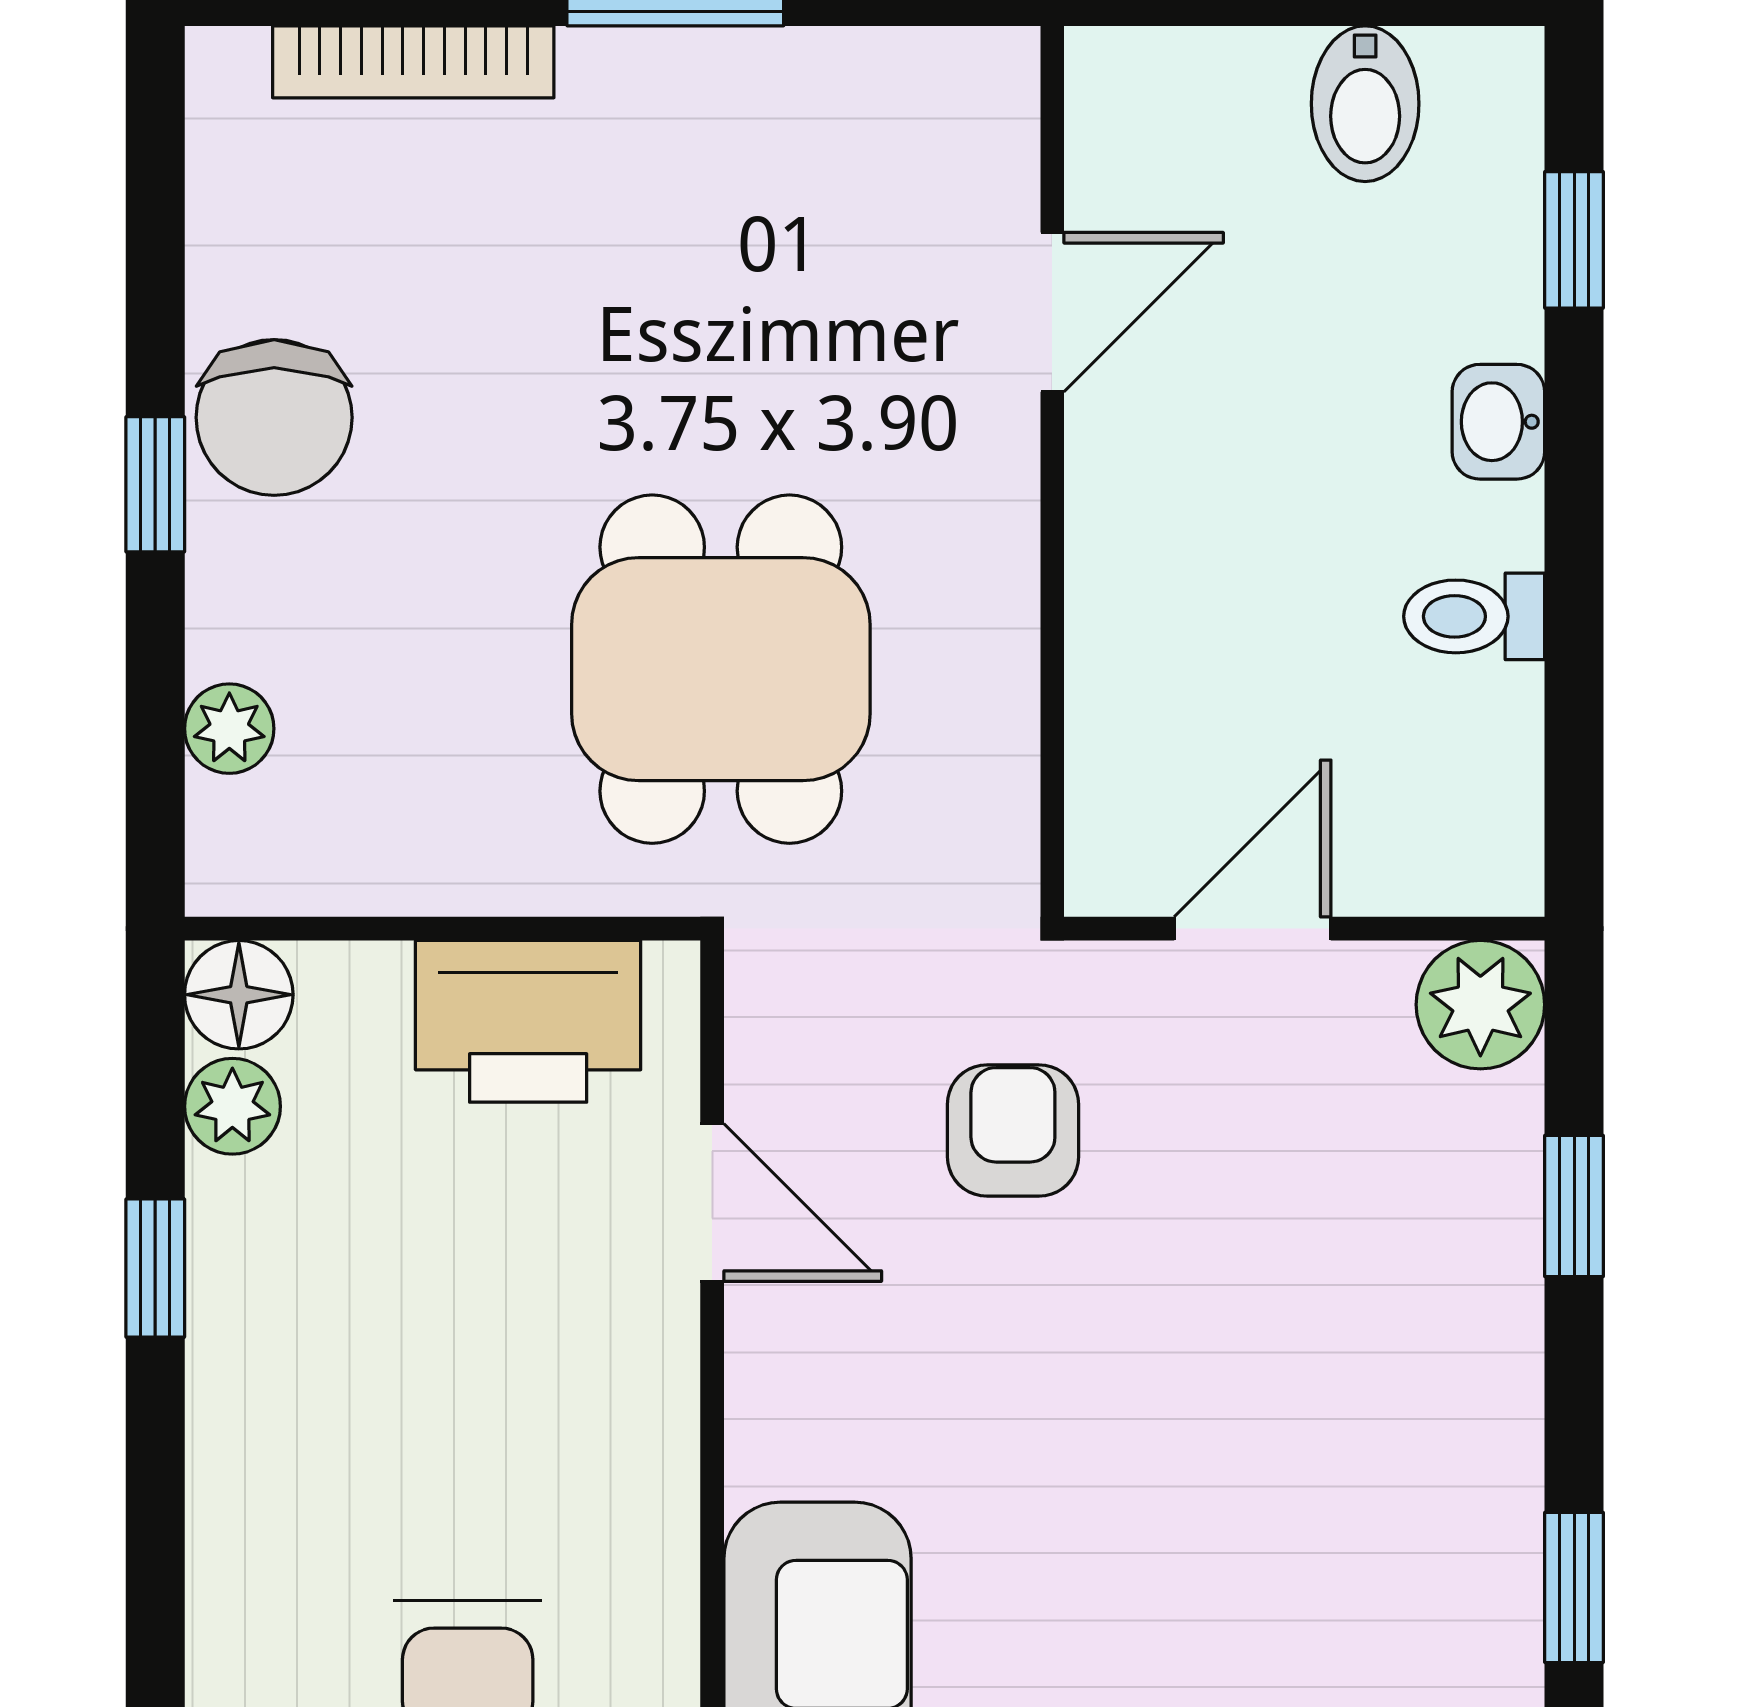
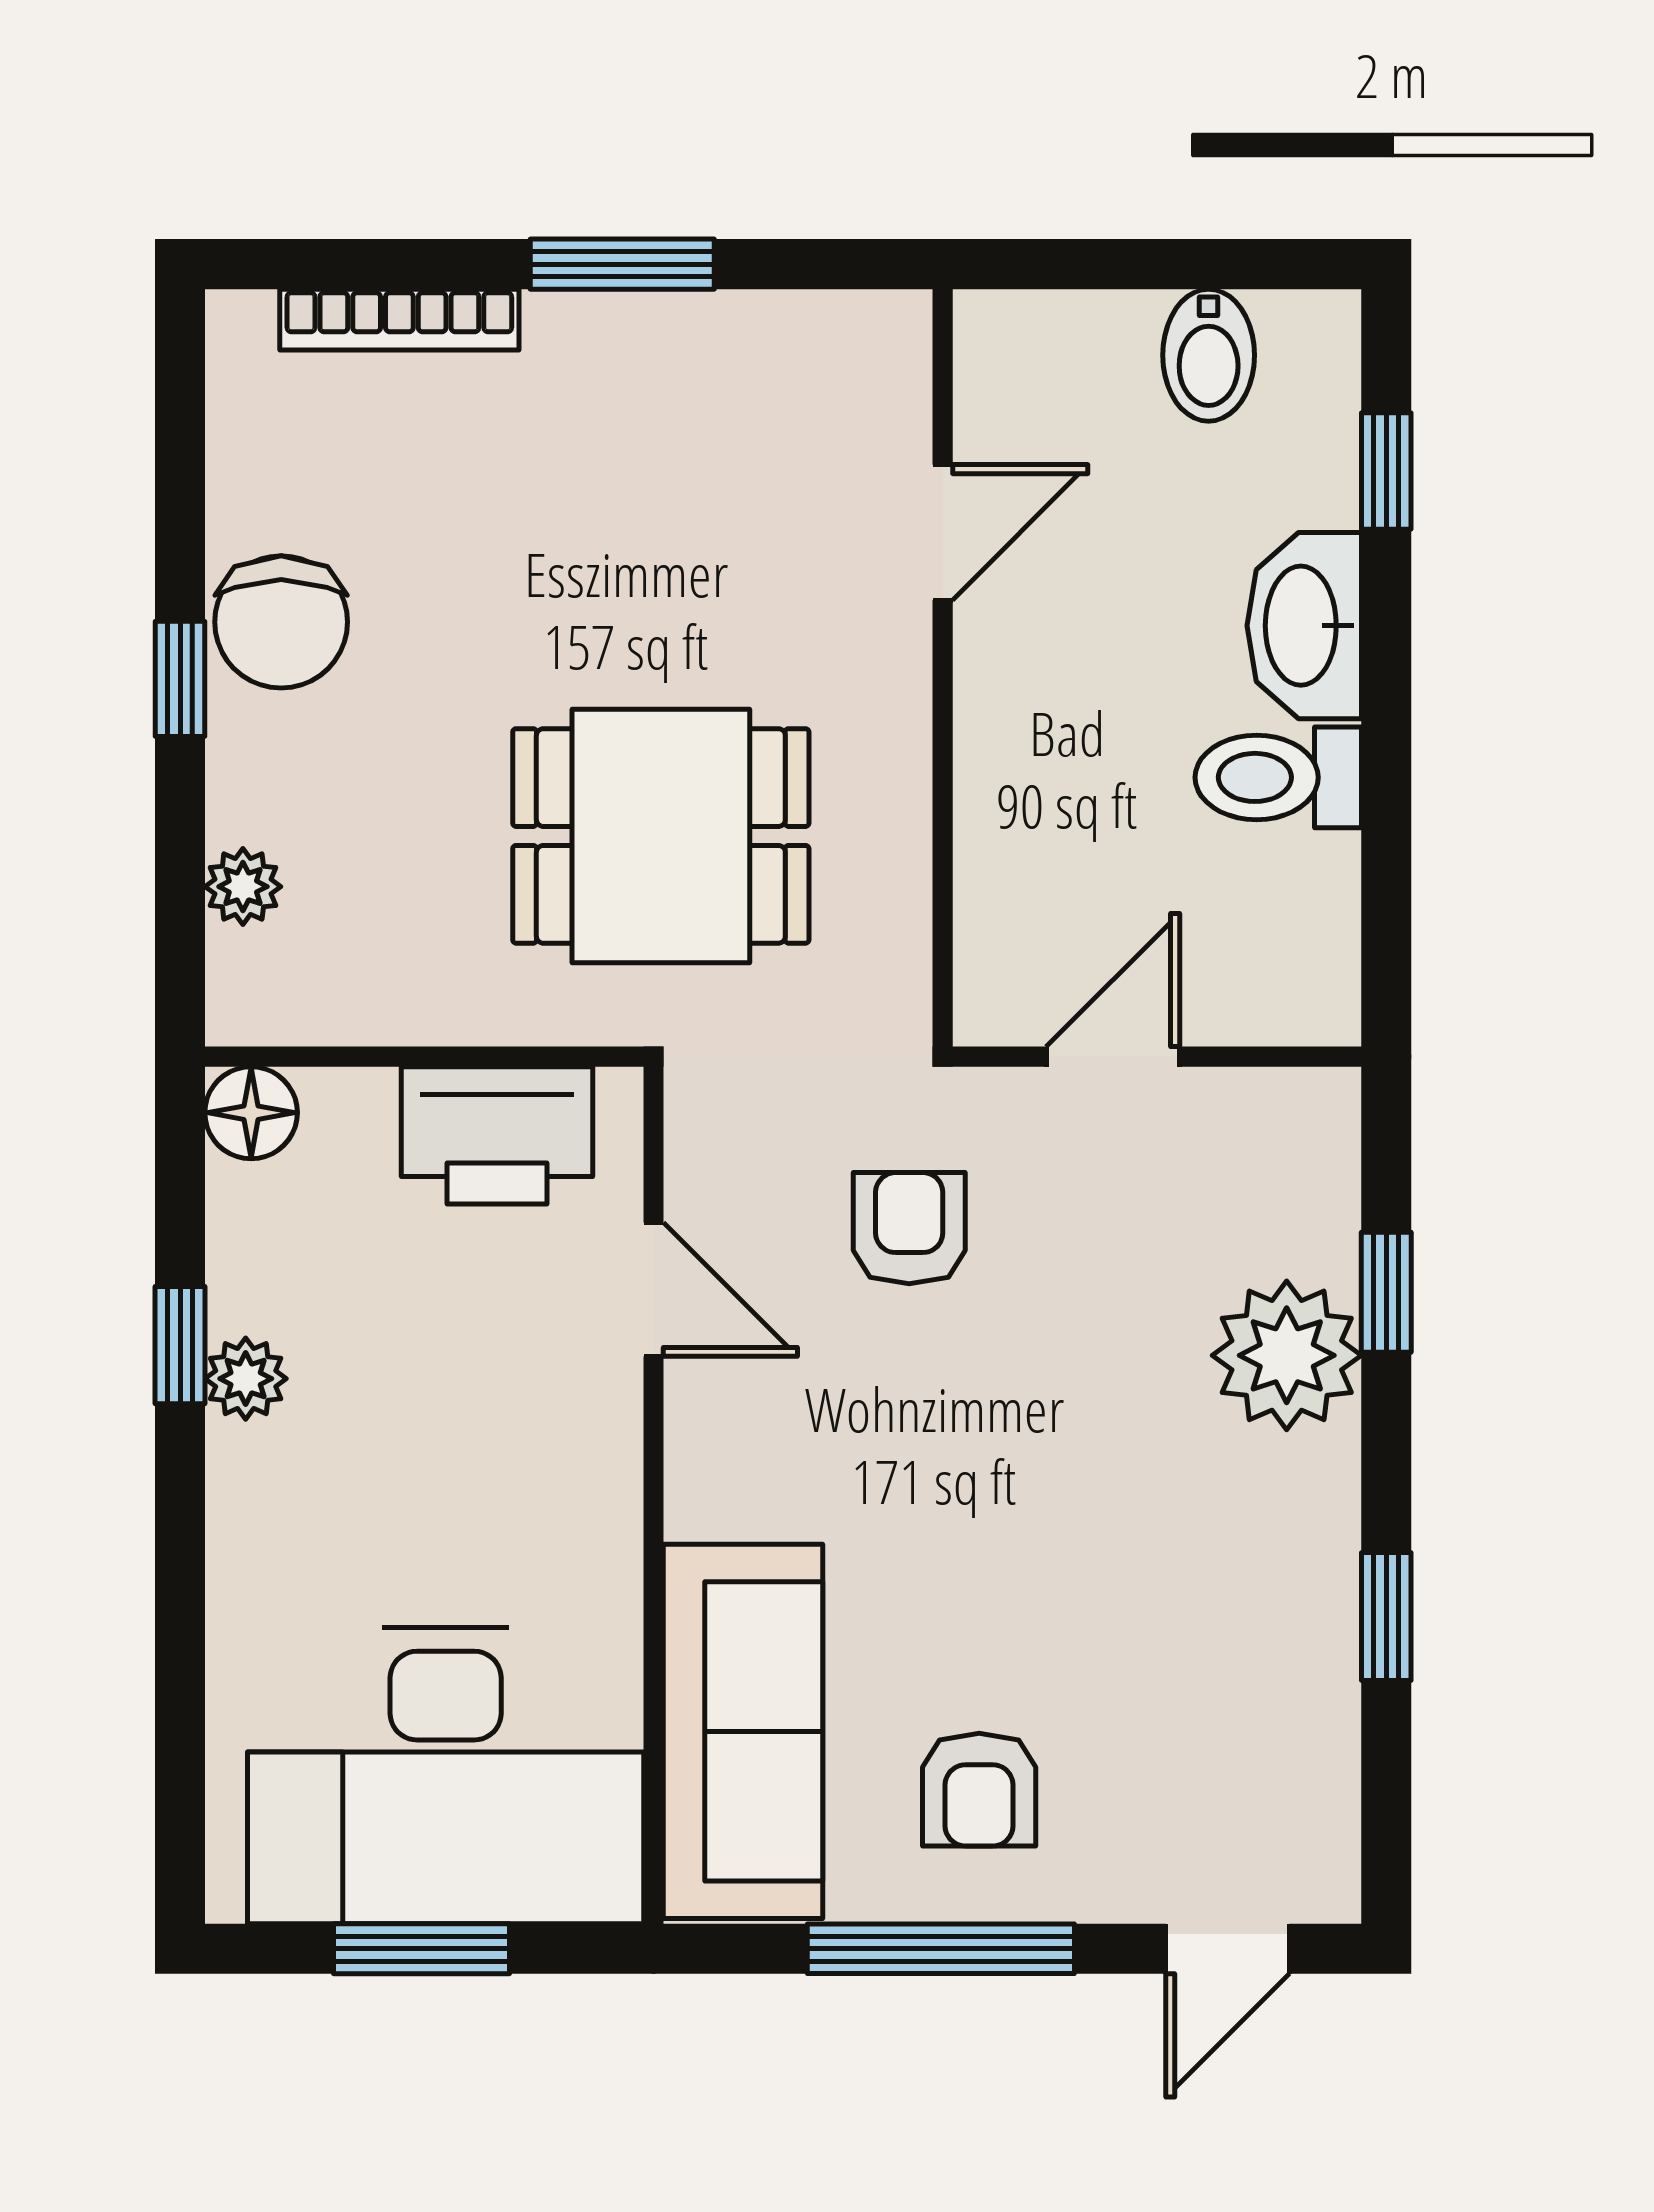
washbasin: (1498, 422) -> (1304, 626), width x1.91, depth x1.45
toilet: (1474, 616) -> (1278, 777), width x1.37, depth x1.39
dining table: (721, 669) -> (661, 836), turned 90
plant: (1480, 1005) -> (1287, 1355), moved, width x1.36, depth x1.36
plant: (232, 1106) -> (246, 1379), moved

